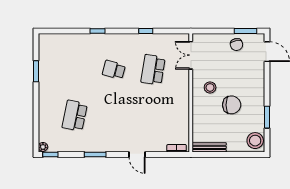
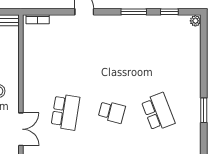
school desk: (75, 116) -> (158, 112), moved, turned -33
window: (50, 155) -> (169, 12), moved

